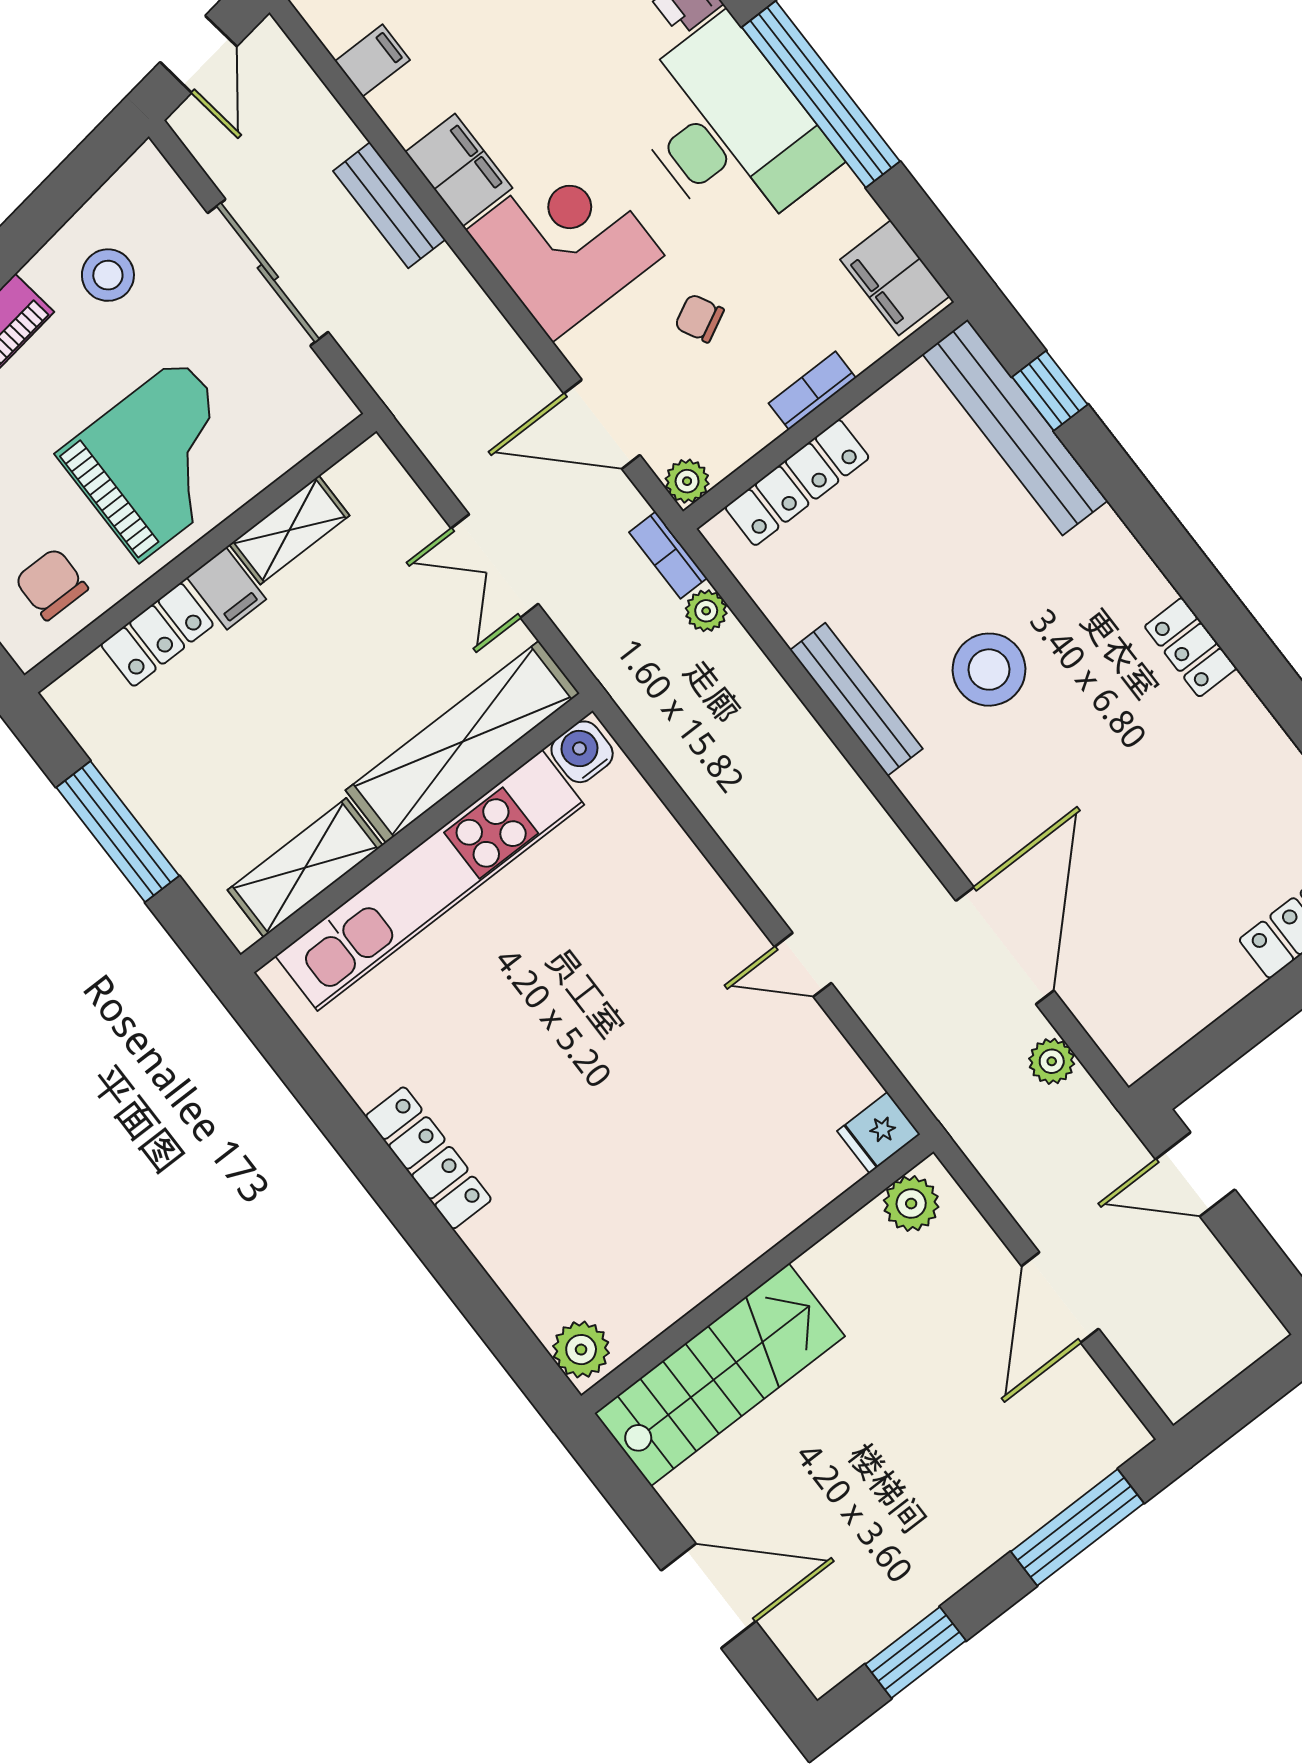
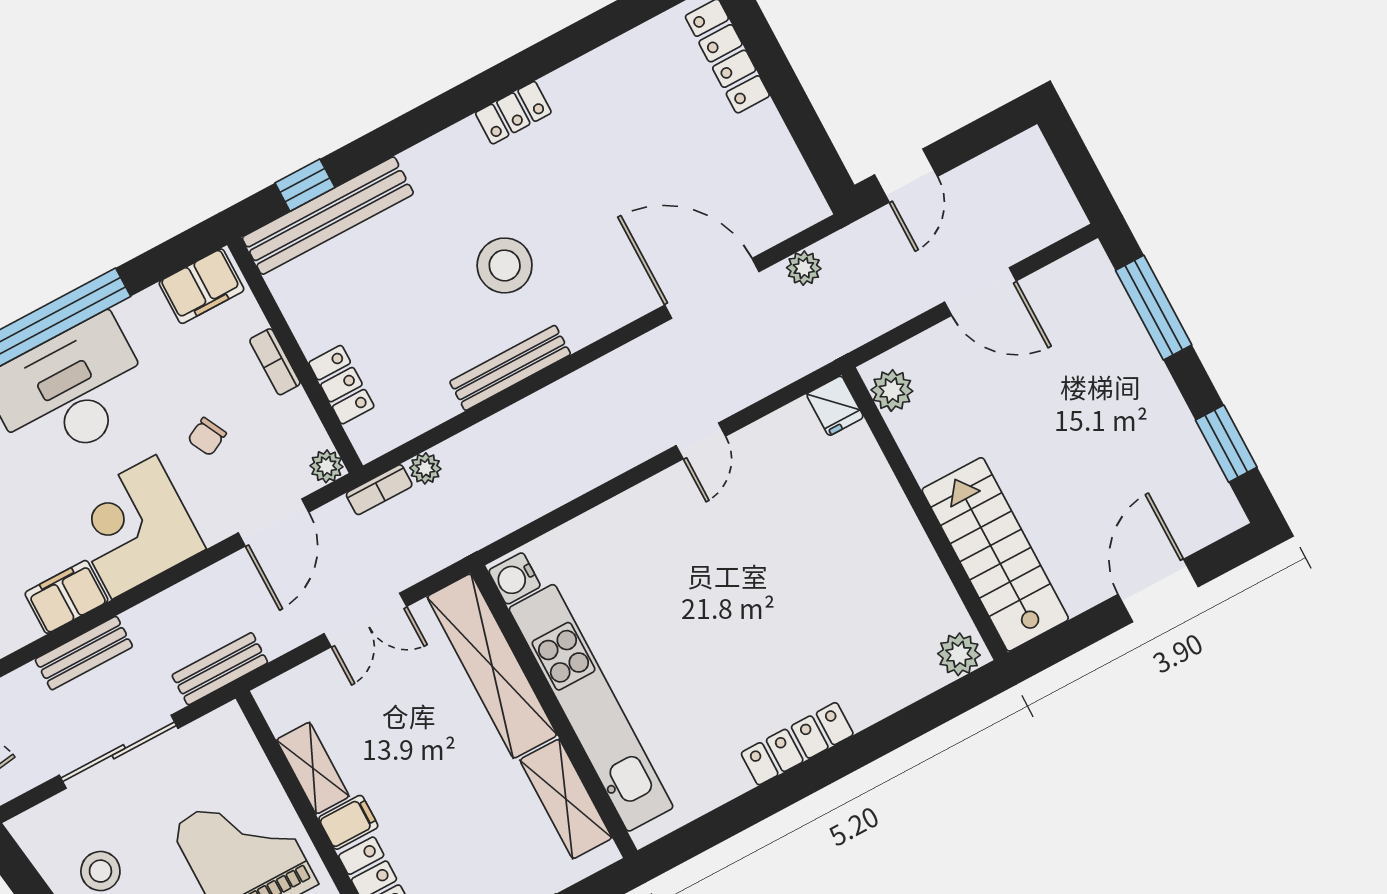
bench: (399, 386) -> (220, 669), added
locker: (797, 483) -> (341, 385), width x0.66

